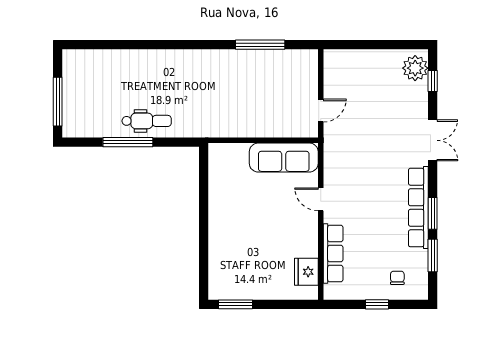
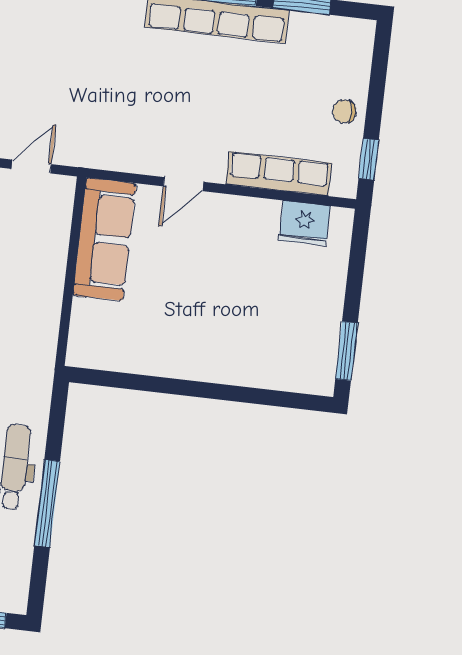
door: (321, 110) -> (31, 166), hinge flipped
chair: (397, 278) -> (344, 111), moved
window: (377, 304) -> (369, 159), moved

